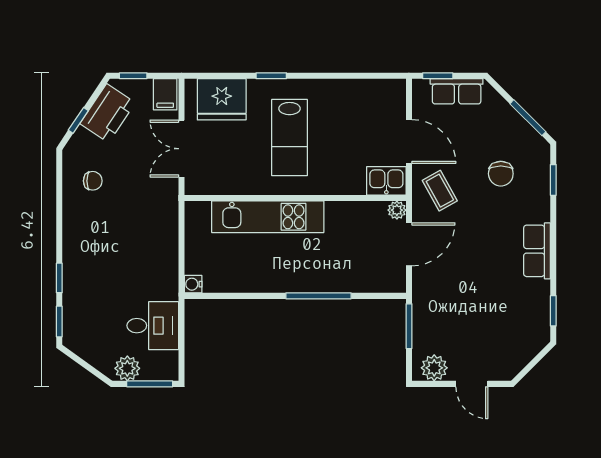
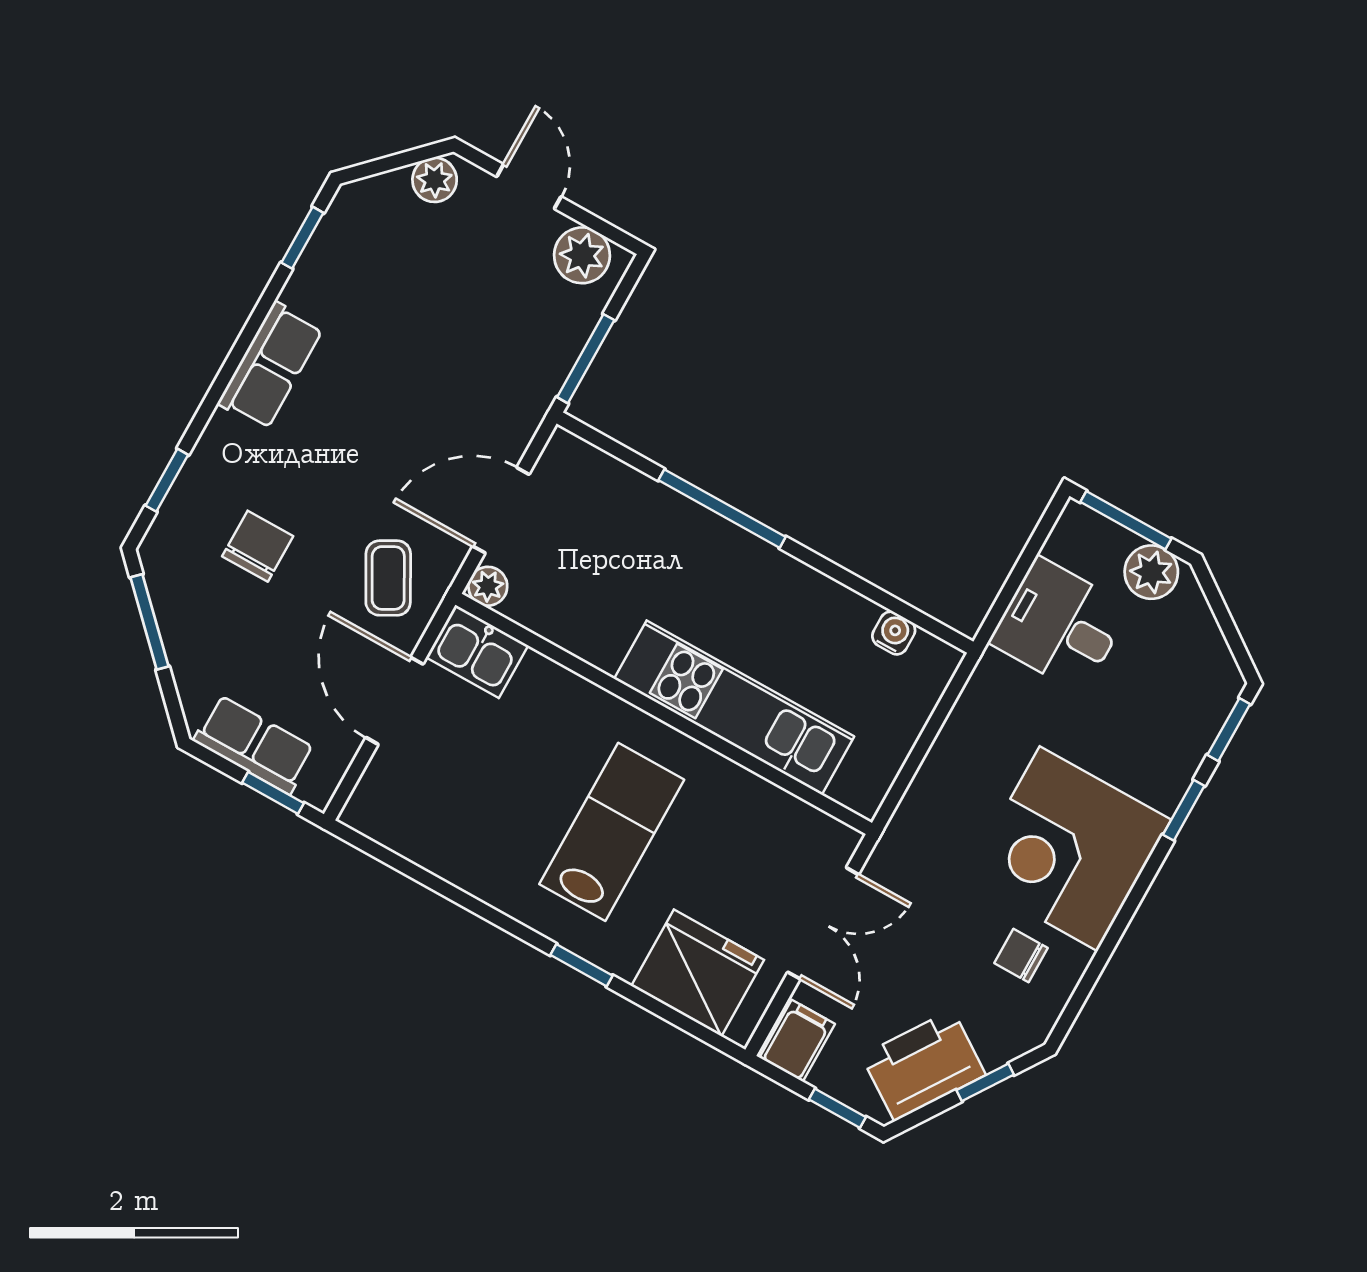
corner desk: (98, 236) -> (1069, 849), added
water cooler: (193, 284) -> (894, 633), moved, turned -90
plant: (512, 365) -> (435, 180), added

